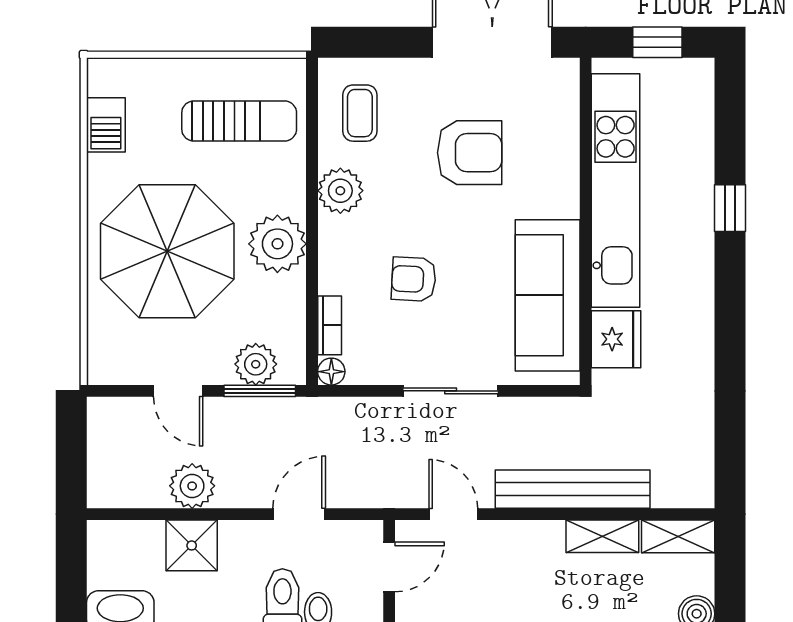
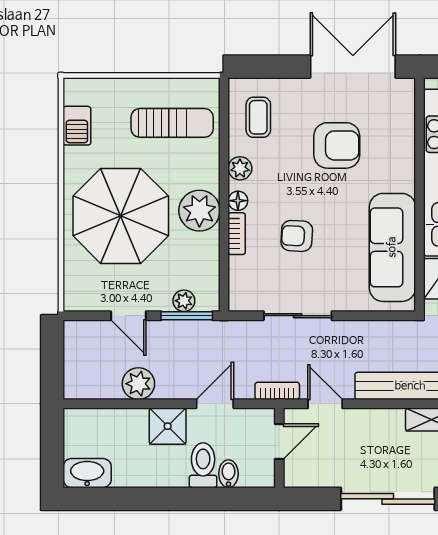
plant: (340, 191) -> (240, 168), width x0.73, depth x0.73
bookcase: (330, 325) -> (237, 234), moved
plant: (256, 364) -> (184, 301), width x0.73, depth x0.73
floor lamp: (331, 372) -> (238, 201), moved
sliding door: (451, 391) -> (298, 316), moved
bookcase: (386, 496) -> (277, 391), added
shower: (192, 545) -> (168, 426), moved

